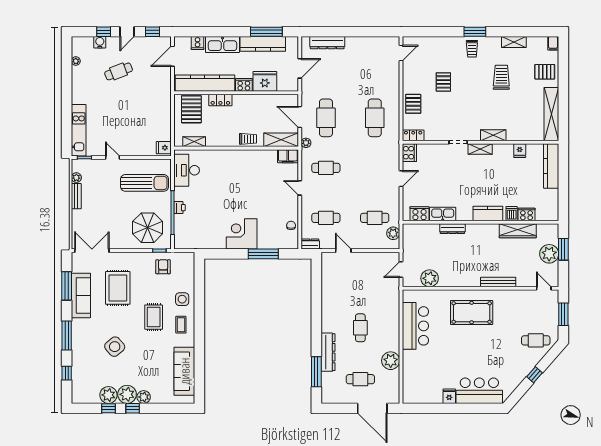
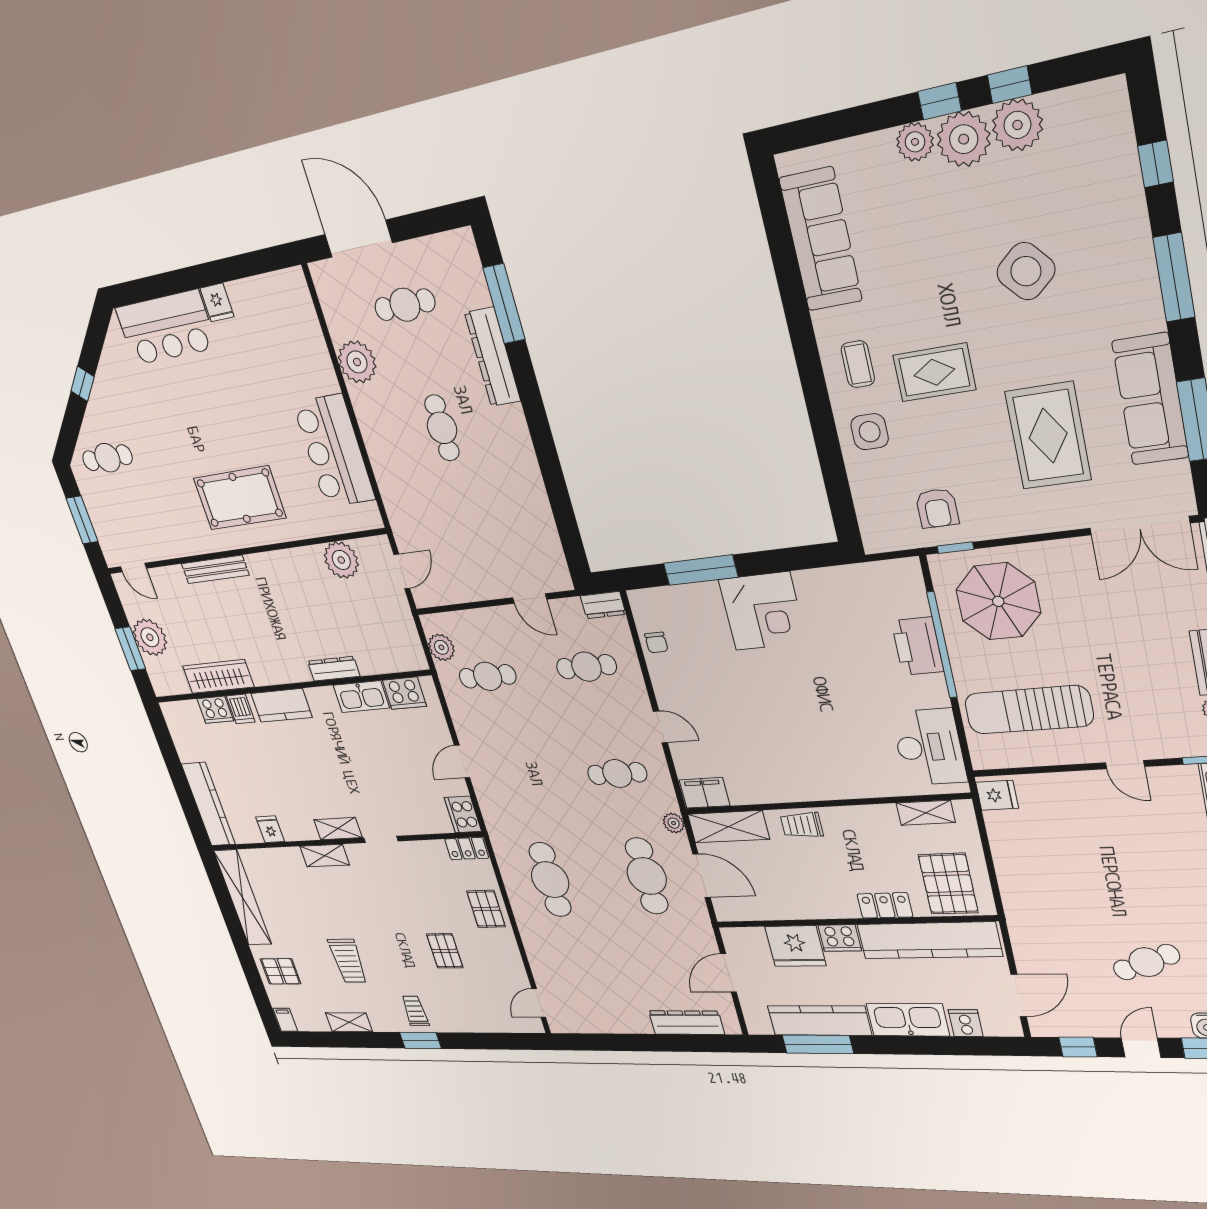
printer: (179, 208) -> (918, 646), width x1.87, depth x1.48
rug: (154, 317) -> (934, 372), turned 90

